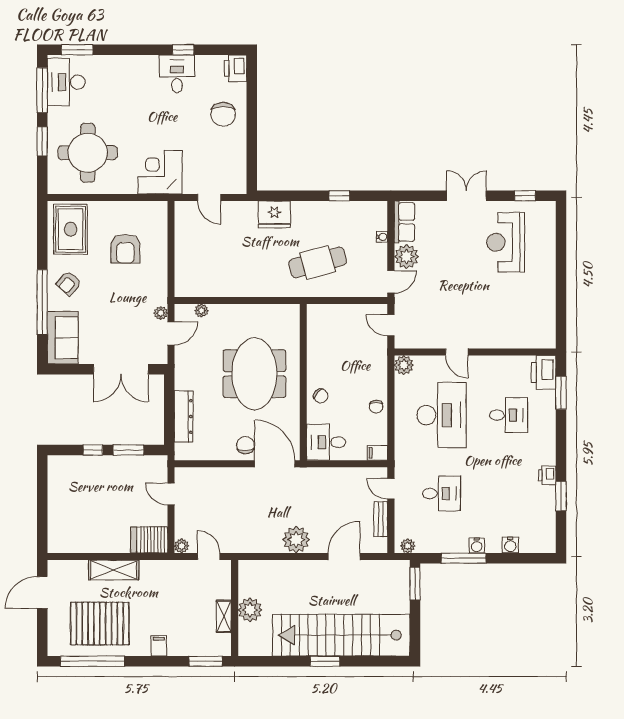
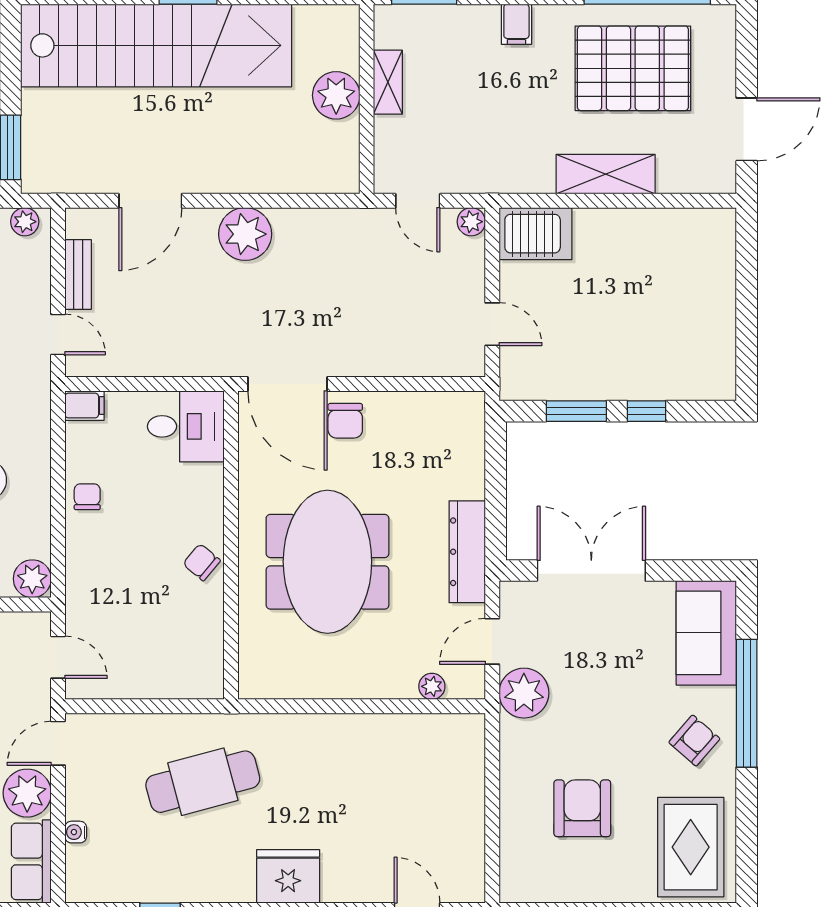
plant: (161, 313) -> (524, 693), width x1.88, depth x1.88
chair: (321, 396) -> (202, 562), moved
dresser: (184, 417) -> (467, 552), moved

